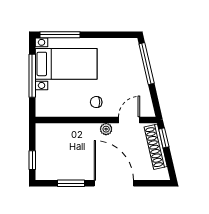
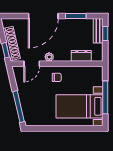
window: (60, 35) -> (84, 128), removed
dresser: (64, 130) -> (81, 56), added
bench: (42, 164) -> (98, 31), added
door: (114, 183) -> (43, 16), hinge flipped

